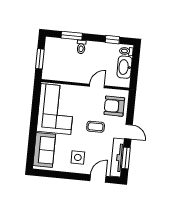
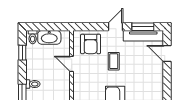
side table: (78, 157) -> (147, 76), removed

